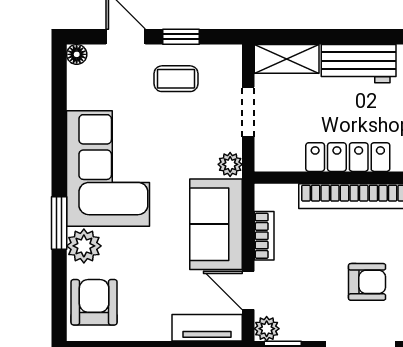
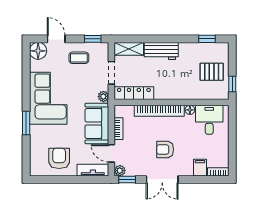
window: (181, 37) -> (93, 39), moved
floor lamp: (77, 54) -> (38, 51), width x1.89, depth x1.89
locker: (348, 157) -> (134, 93), moved
plant: (84, 246) -> (37, 133), removed
armchair: (367, 282) -> (165, 149), turned 180
armchair: (94, 302) -> (59, 158), moved

